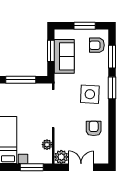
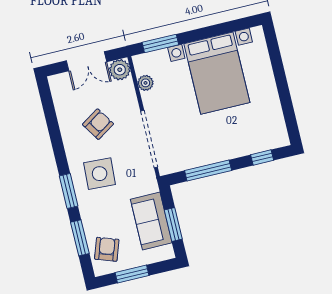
armchair: (97, 45) -> (107, 249), turned -71
armchair: (94, 128) -> (98, 124), moved, turned -123

